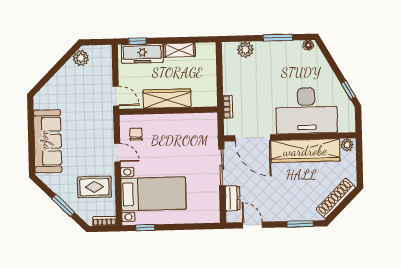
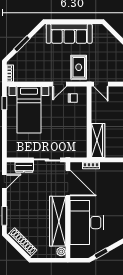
door: (116, 96) -> (101, 84), hinge flipped
wardrobe: (167, 99) -> (98, 140), moved
door: (253, 138) -> (68, 183), swing flipped
rug: (94, 187) -> (79, 67), moved

